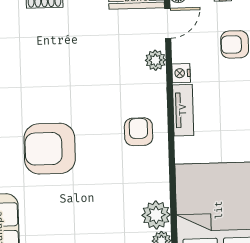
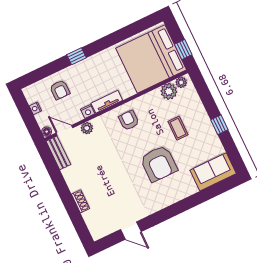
armchair: (139, 132) -> (129, 120), turned 90
coffee table: (92, 204) -> (178, 128), added

